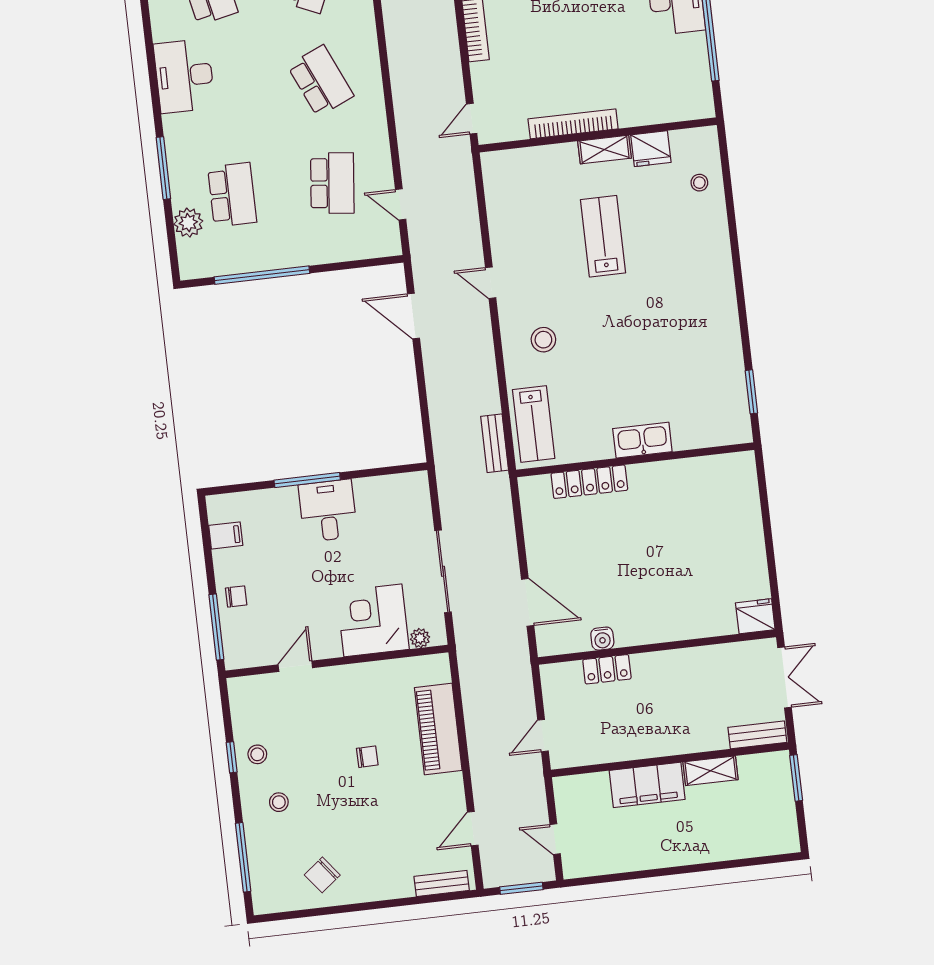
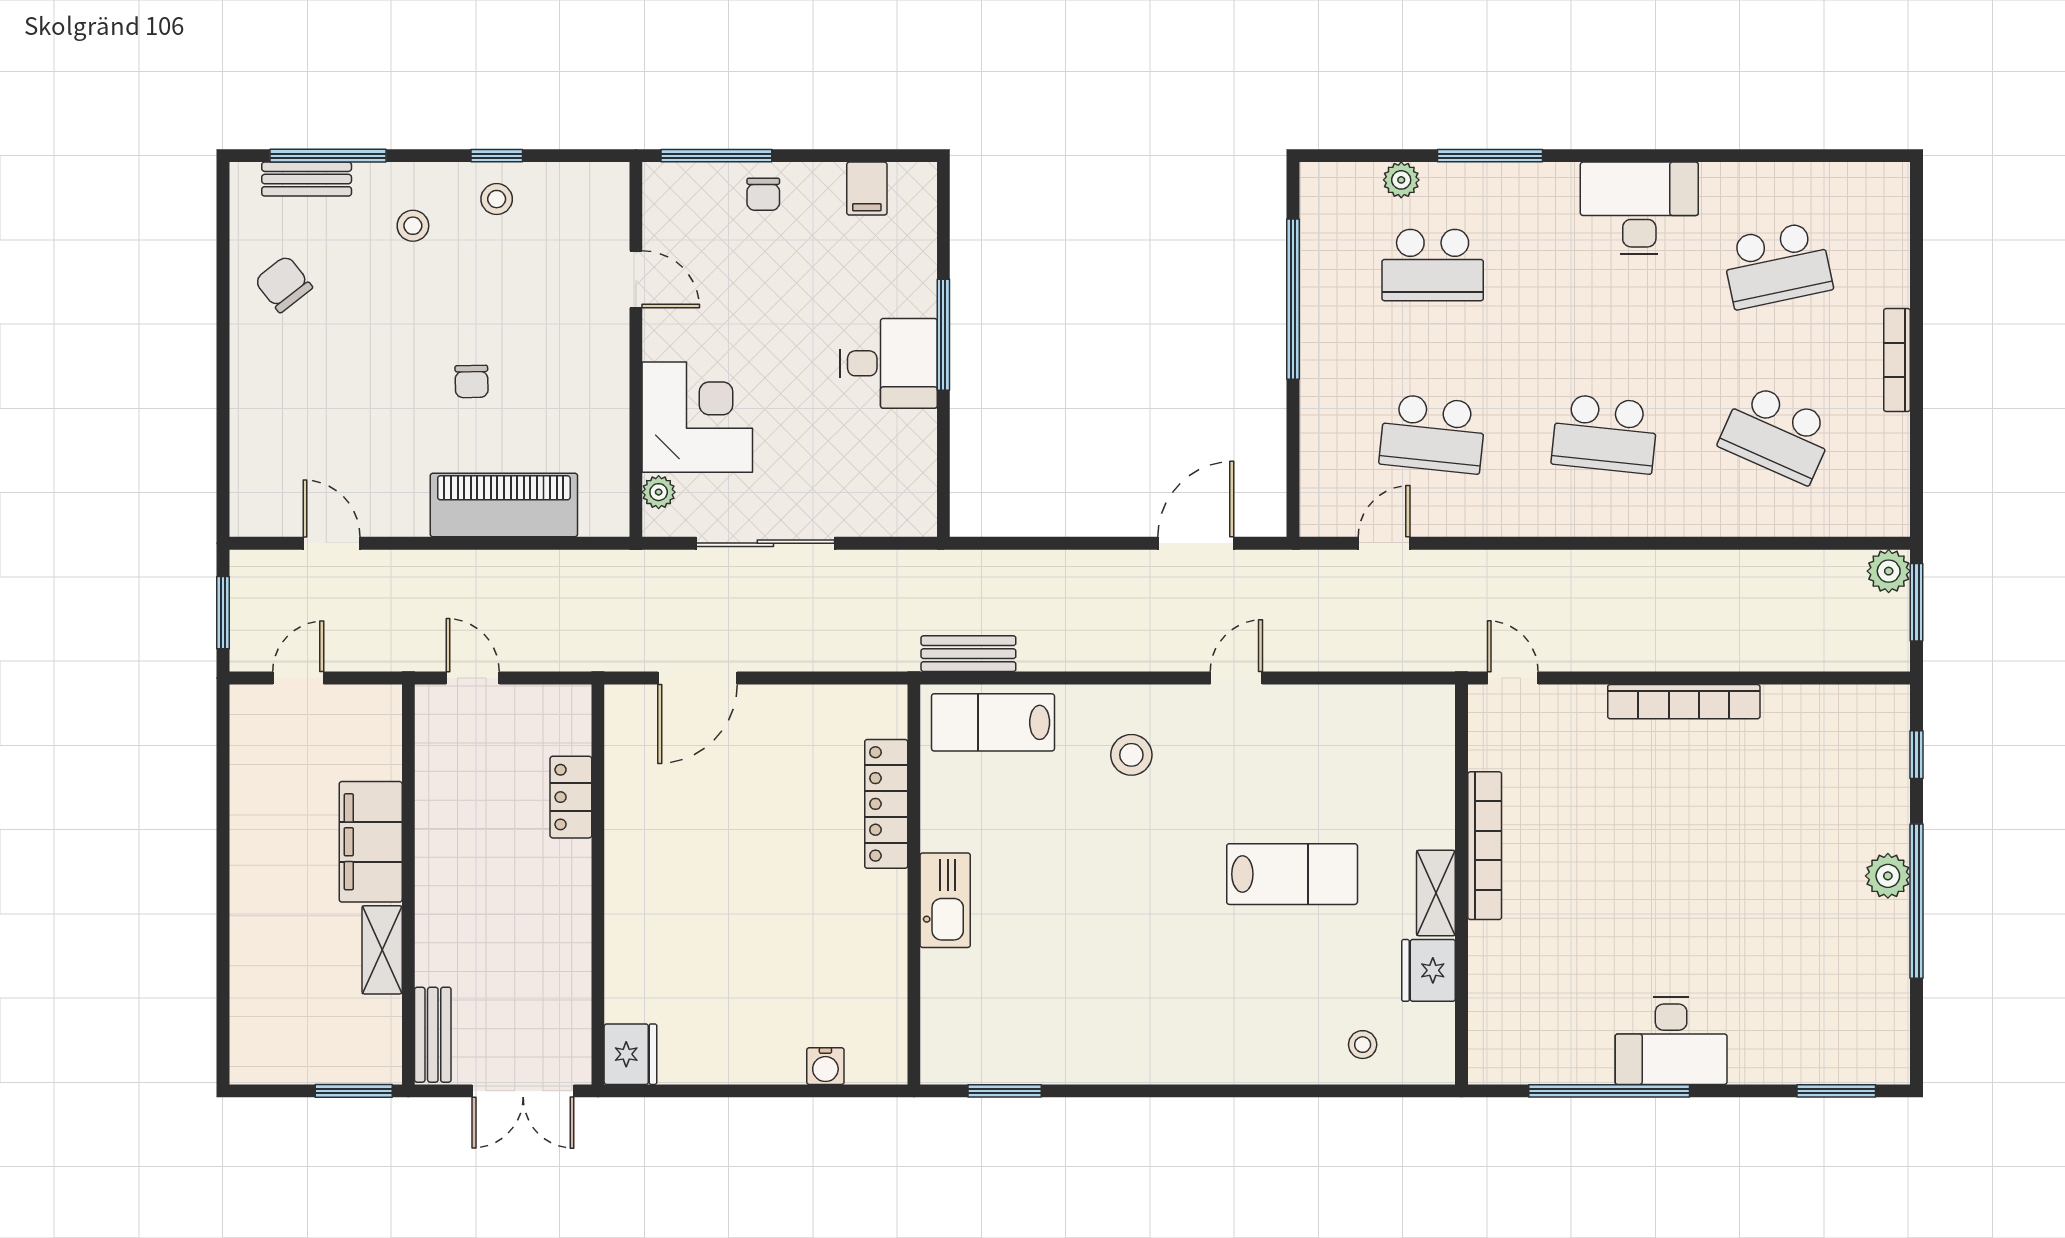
school desk: (320, 81) -> (1605, 434), turned 30
plant: (188, 223) -> (1401, 180), width x0.73, depth x0.73
water cooler: (602, 639) -> (825, 1066), moved, turned -90
bench: (442, 883) -> (307, 179), moved, turned 90

